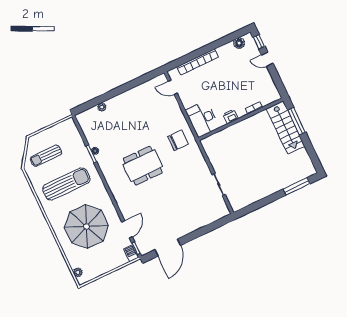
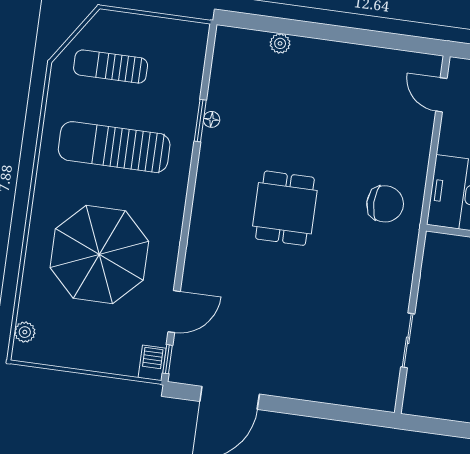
dining table: (143, 166) -> (285, 208), width x0.73
sun lounger: (66, 184) -> (114, 147), turned 180

